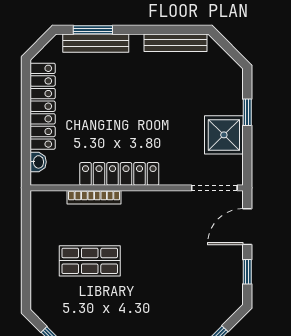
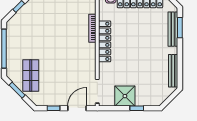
door: (247, 227) -> (77, 108), hinge flipped
shop shelf: (90, 261) -> (31, 75), moved

